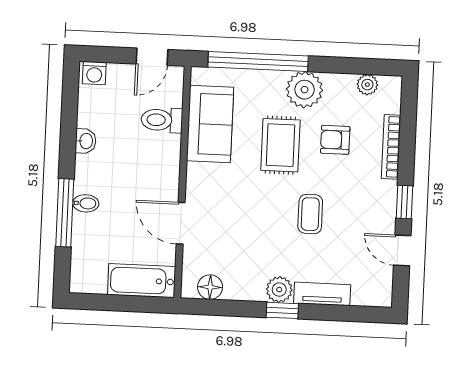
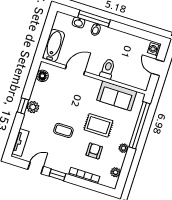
door: (152, 57) -> (158, 68), moved
plant: (305, 90) -> (123, 148), width x0.53, depth x0.53
toilet: (162, 120) -> (108, 69), moved
washbasin: (86, 141) -> (79, 22), moved
tv unit: (322, 294) -> (20, 142), moved

